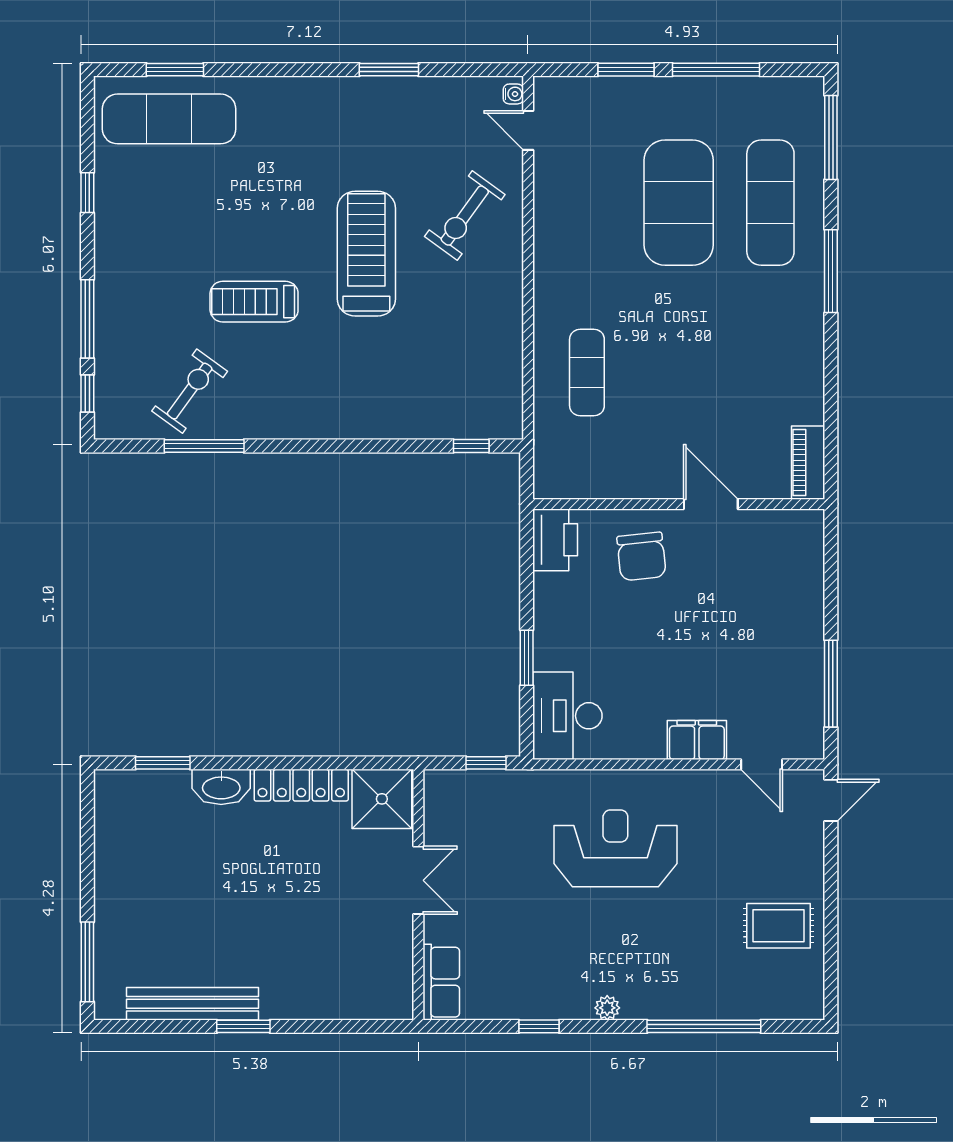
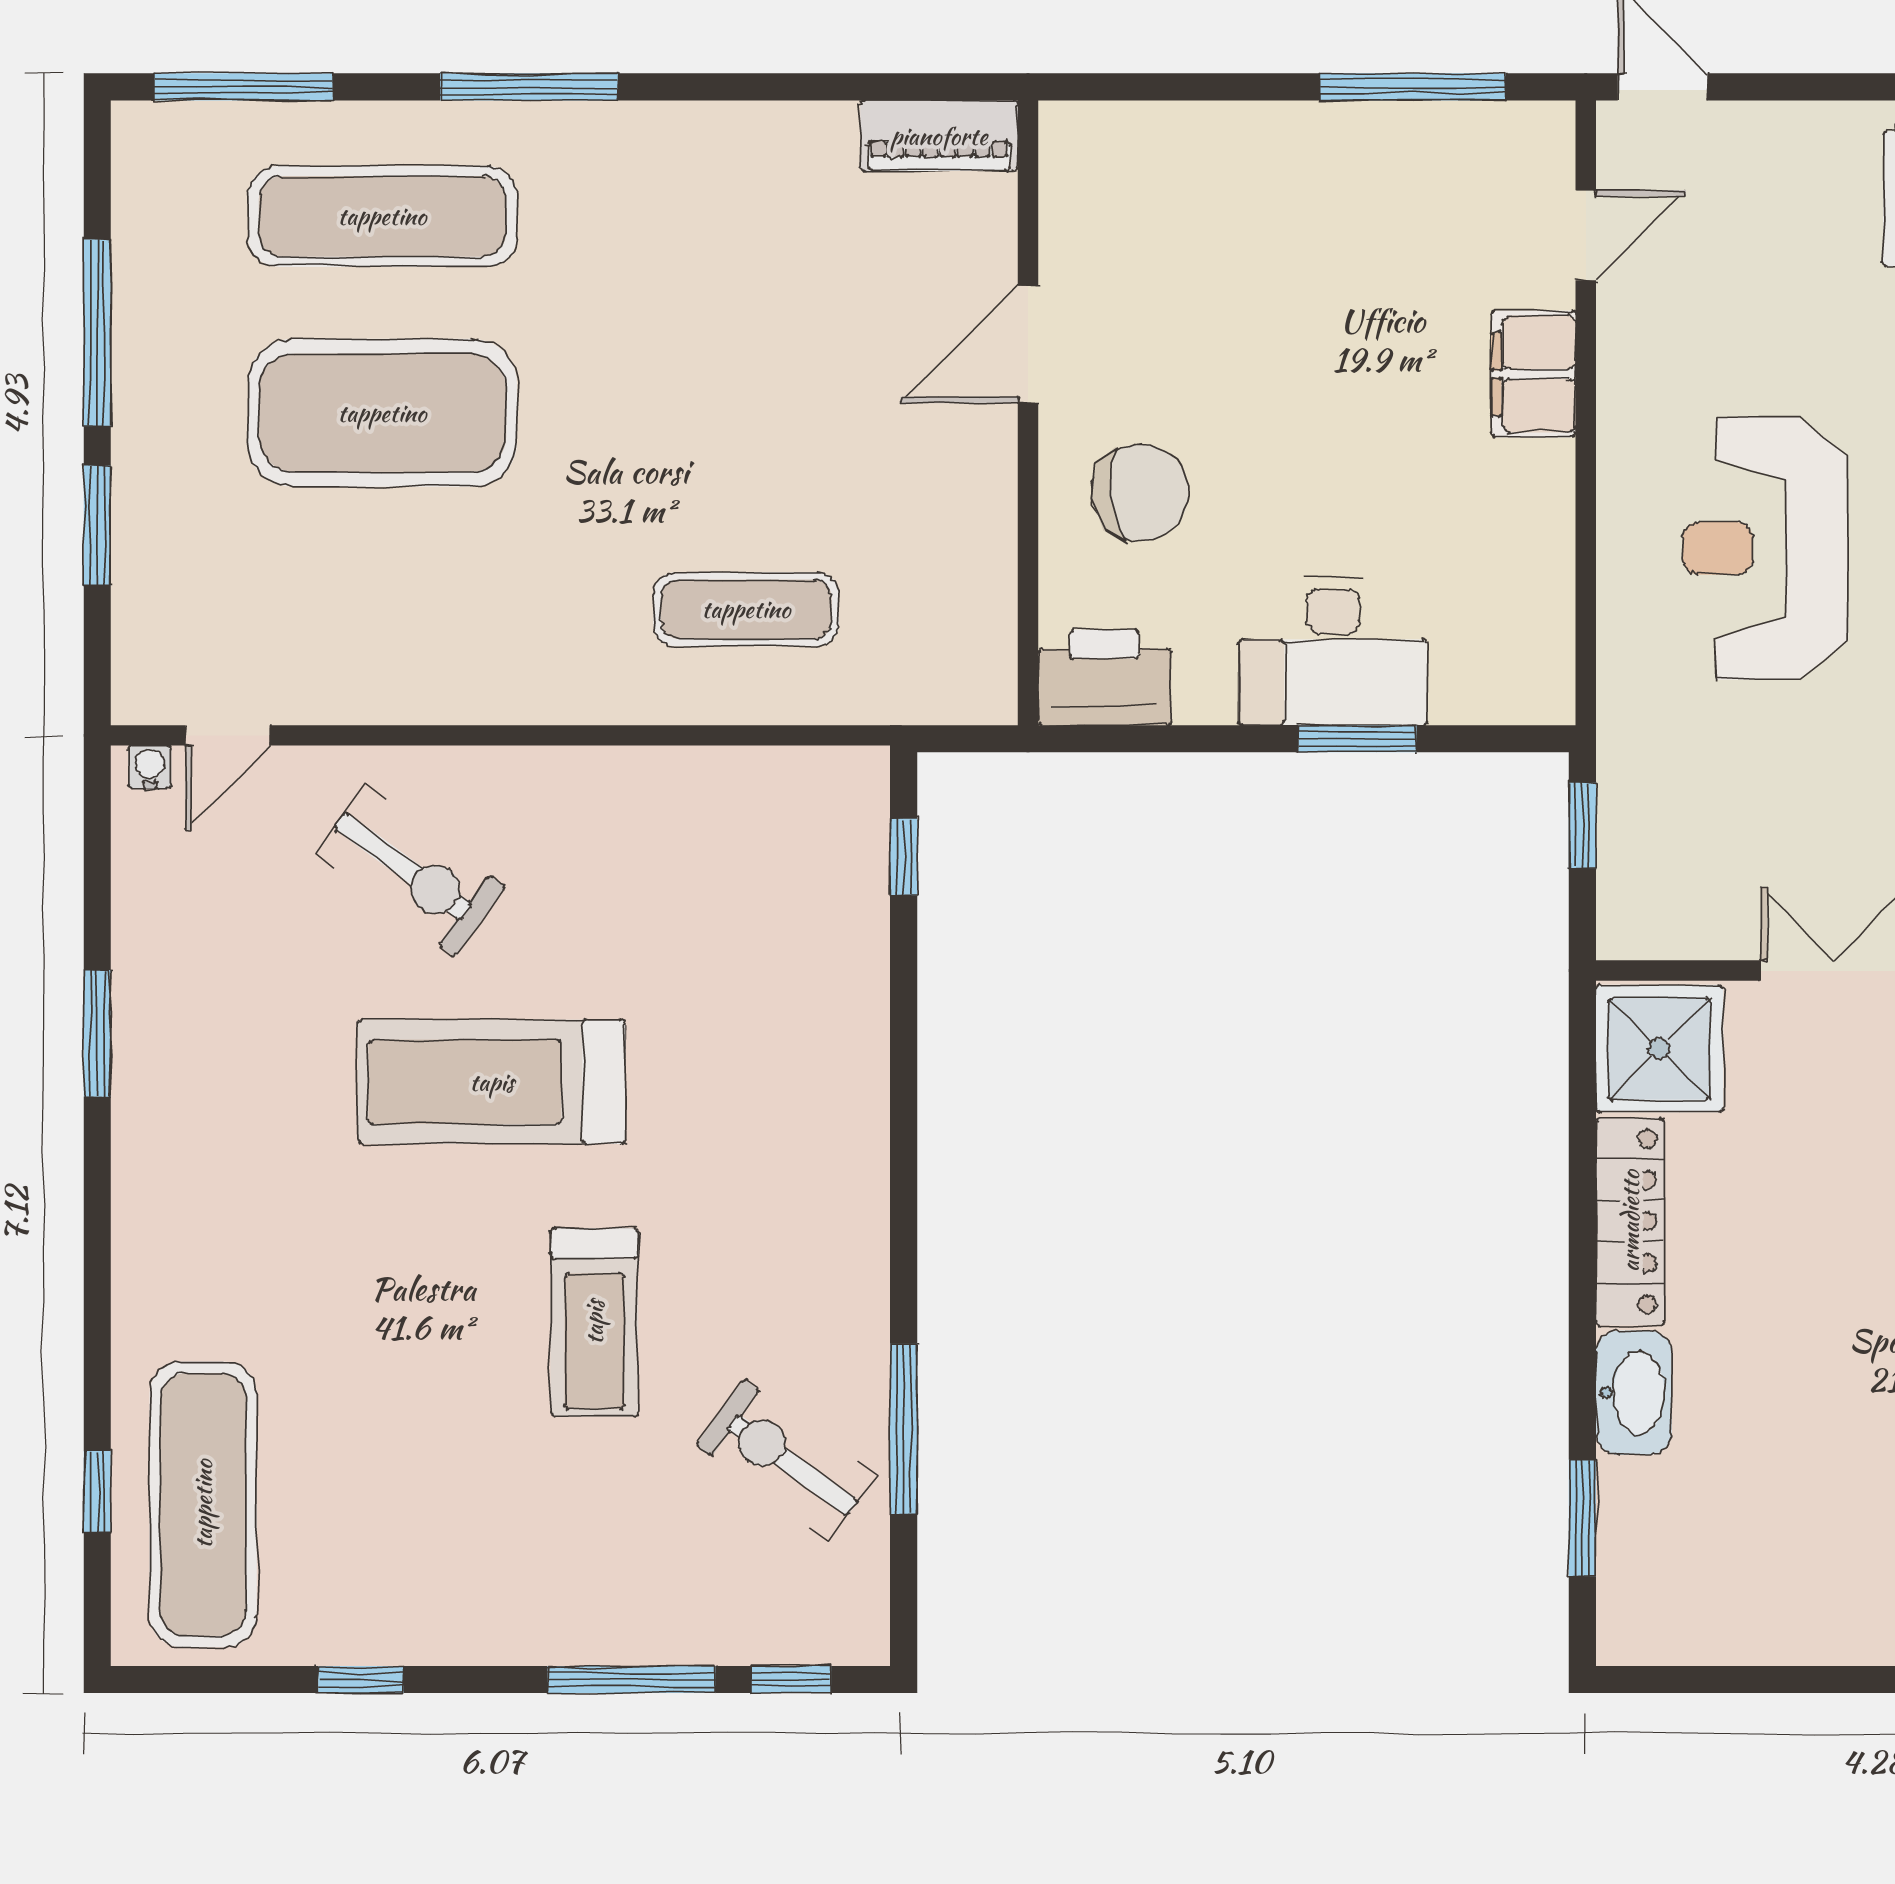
window: (175, 70) -> (97, 1492), width x0.67
desk: (567, 716) -> (1333, 651), moved

